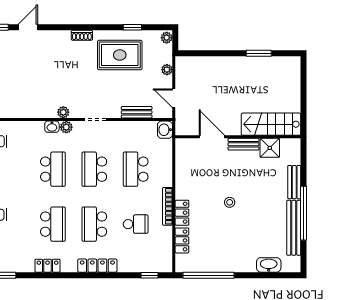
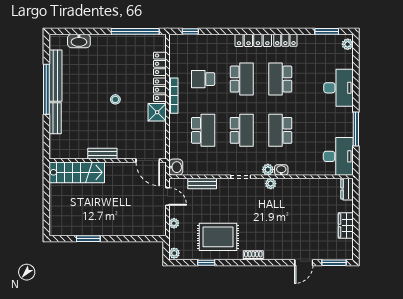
door: (212, 137) -> (148, 161), moved
shower: (270, 148) -> (157, 112), moved
locker: (97, 266) -> (253, 40), moved

